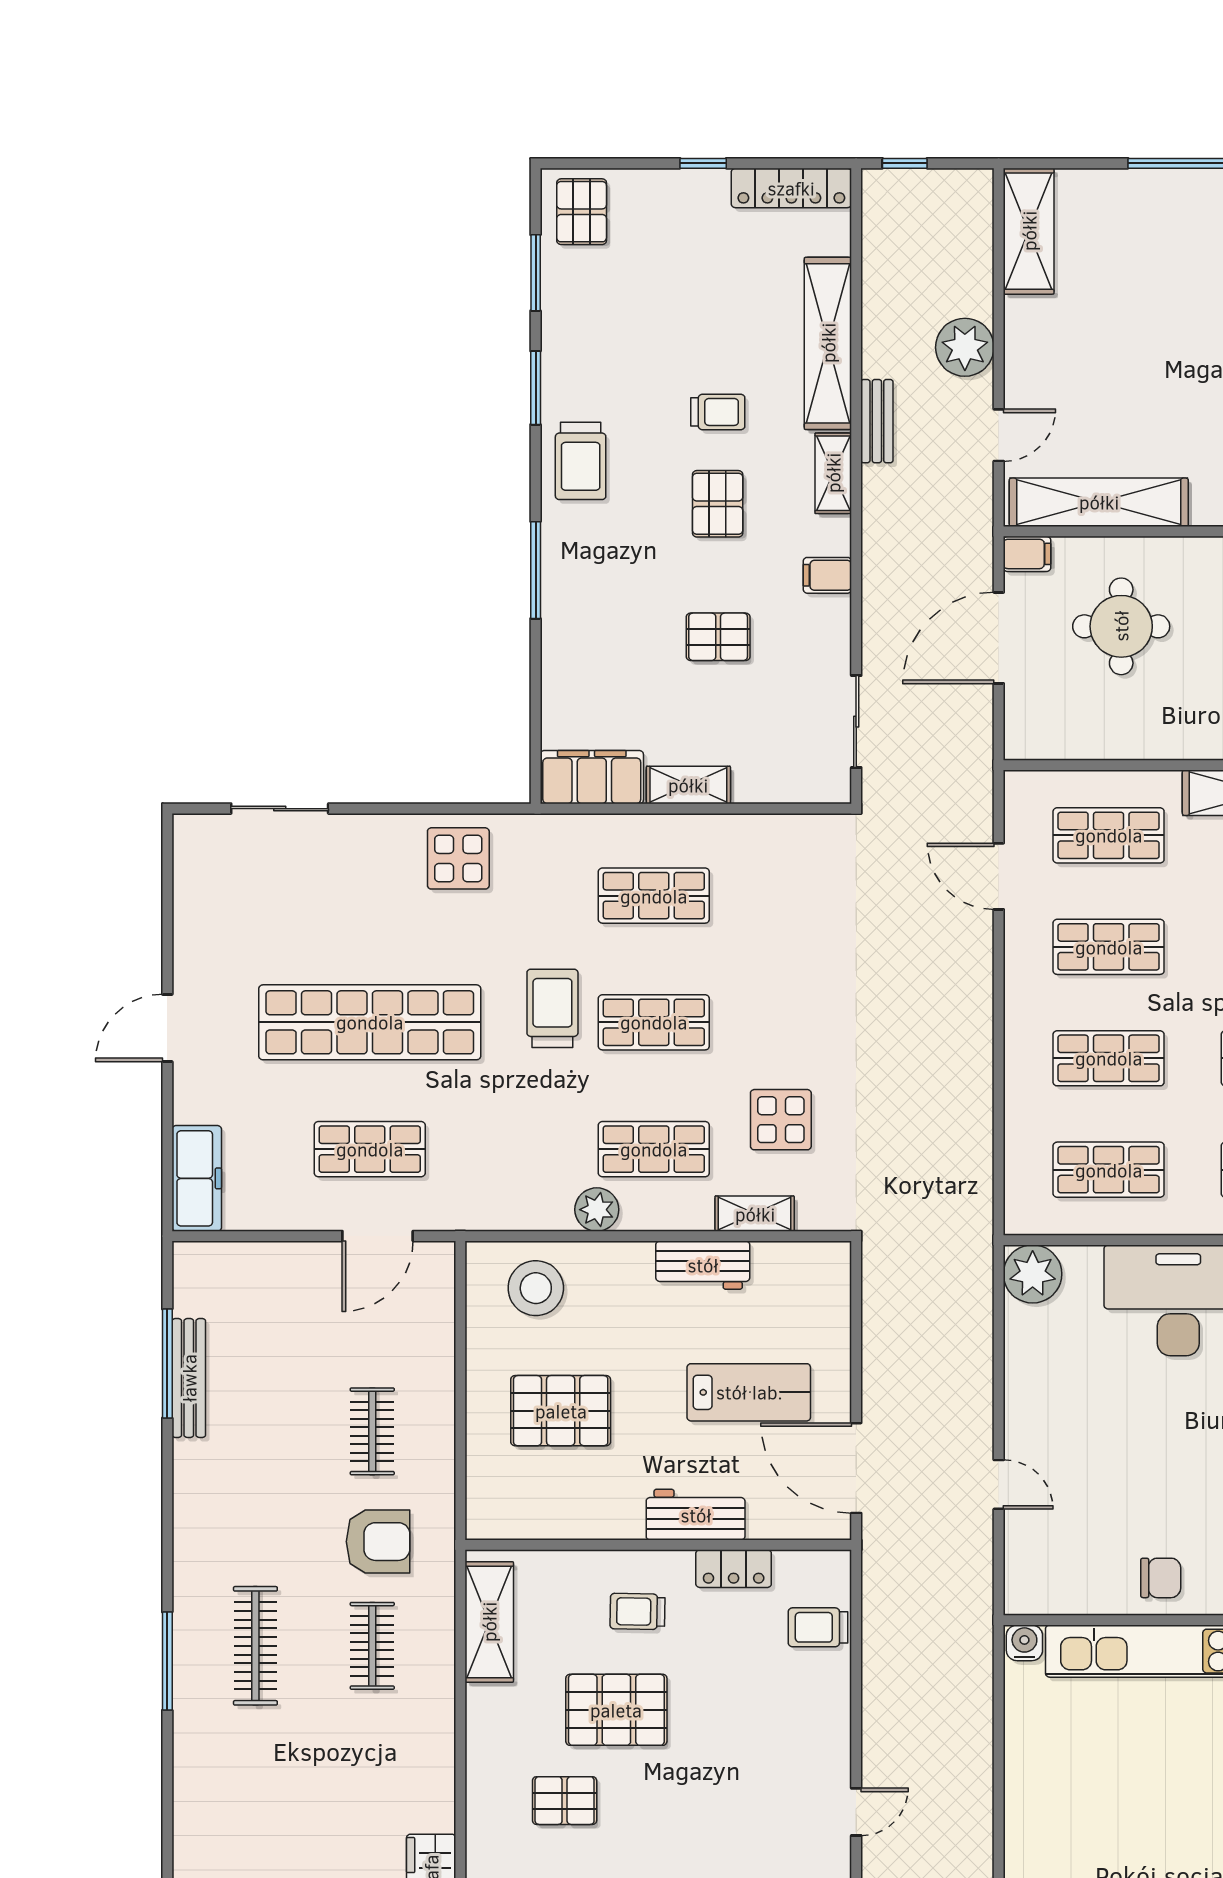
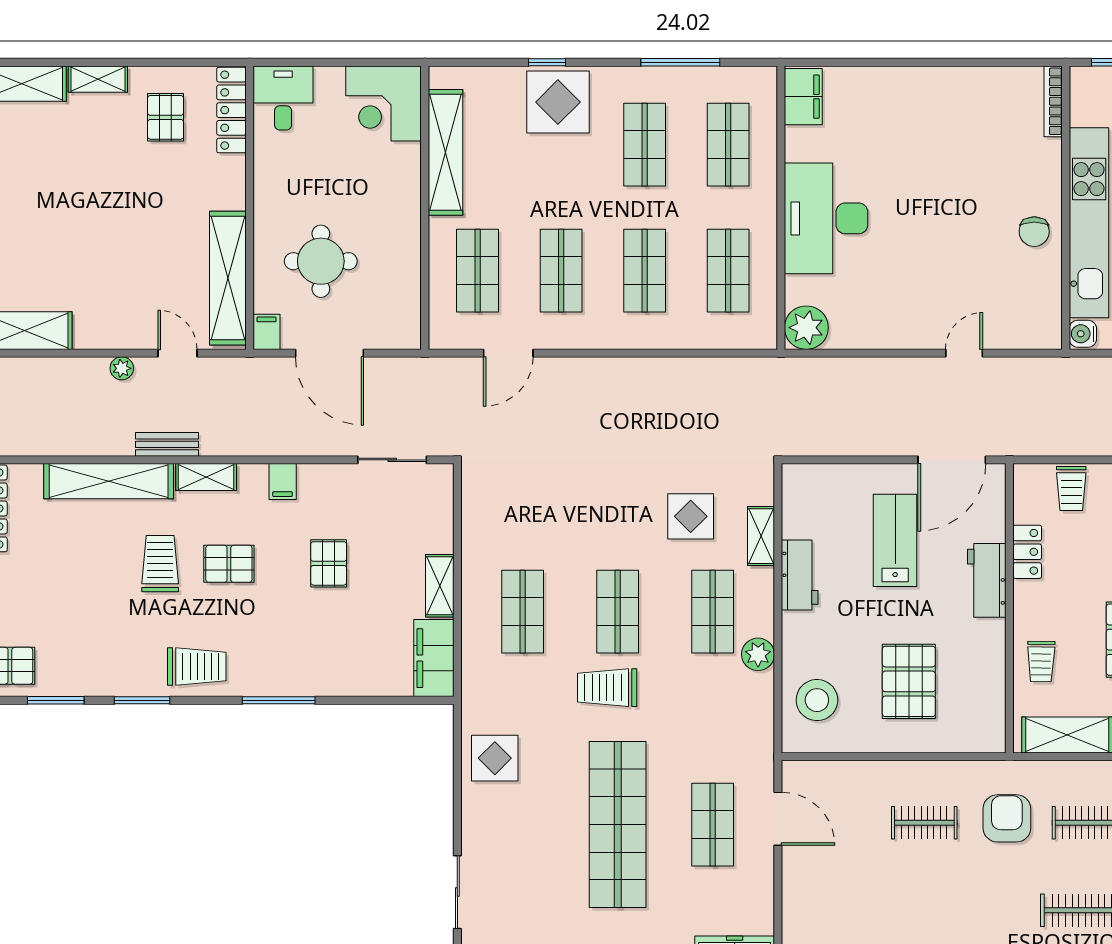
plant: (965, 347) -> (122, 368), width x0.53, depth x0.53
trolley: (718, 412) -> (160, 564), width x1.36, depth x1.39
chair: (1161, 1578) -> (1034, 232), turned 180
trolley: (637, 1611) -> (1041, 662), moved

